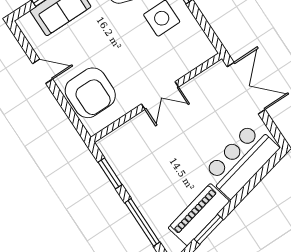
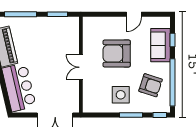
armchair: (90, 93) -> (117, 53), moved

